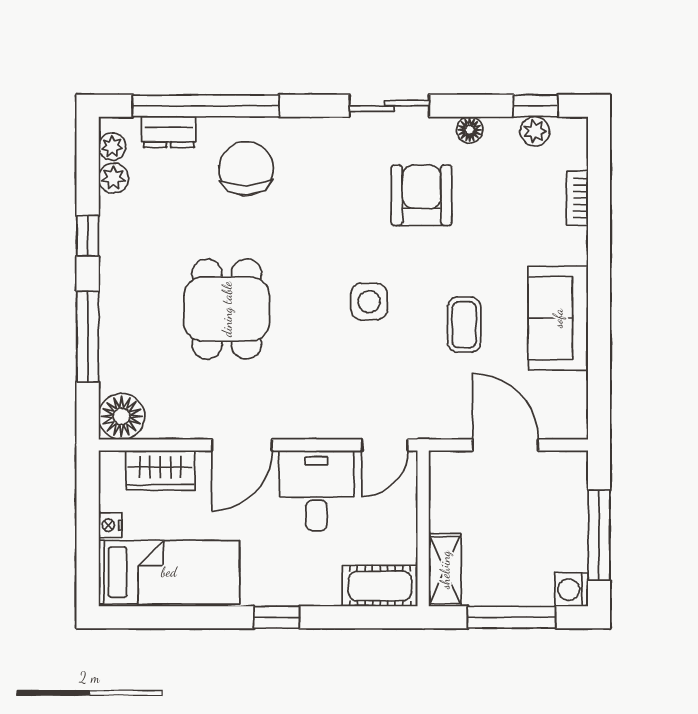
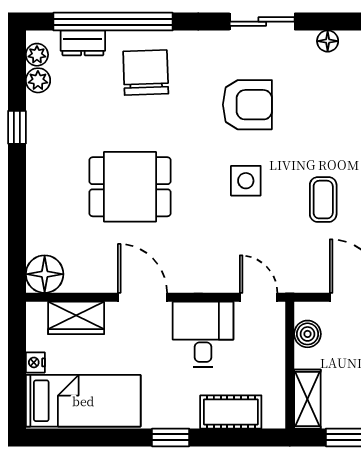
armchair: (421, 195) -> (247, 105), moved, turned 90
dining table: (227, 309) -> (130, 187), turned 90
window: (88, 337) -> (17, 209), removed
door: (242, 445) -> (142, 297), swing flipped
door: (385, 445) -> (259, 297), swing flipped
boiler: (445, 490) -> (308, 334), added
cot: (380, 586) -> (231, 412), moved

